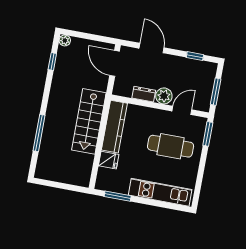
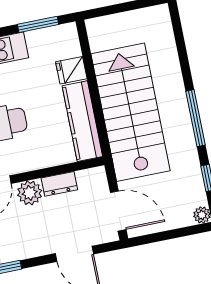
stairs: (89, 121) -> (131, 112), width x1.36, depth x1.51
window: (39, 133) -> (195, 118), moved

